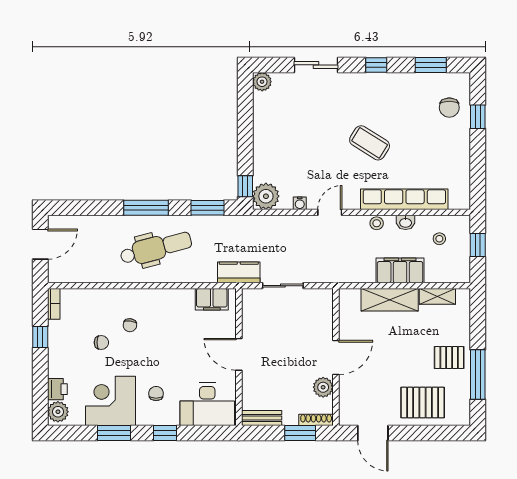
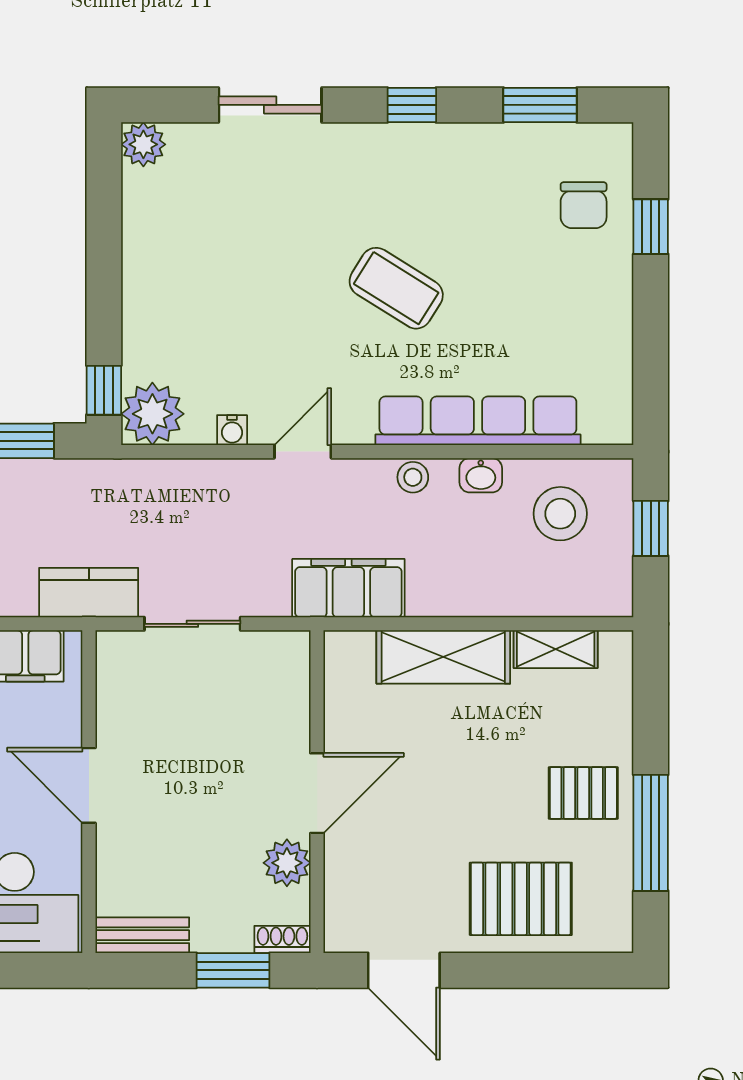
stool: (439, 239) -> (560, 514), width x1.89, depth x1.89
filing cabinet: (400, 270) -> (348, 588), moved
shoe rack: (316, 420) -> (282, 939), width x0.70

